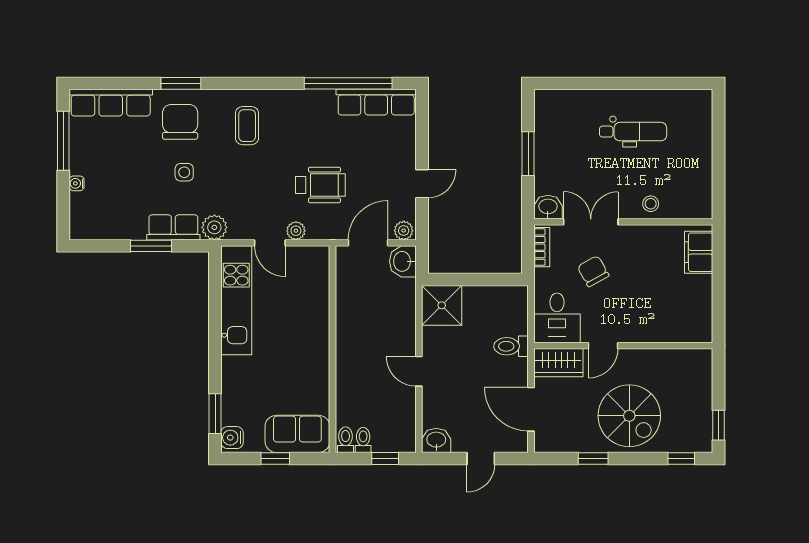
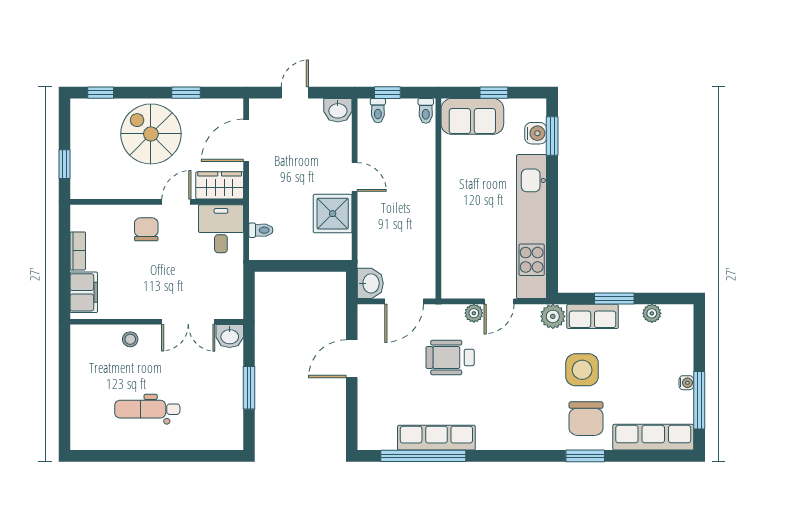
row of seats: (376, 102) -> (436, 438), moved
coffee table: (247, 126) -> (521, 415), removed
side table: (184, 172) -> (582, 370), width x1.87, depth x1.87
water cooler: (77, 183) -> (686, 383), moved
door: (422, 184) -> (352, 359), width x1.38
plant: (404, 231) -> (652, 313), moved
door: (270, 243) -> (499, 301), swing flipped
bookcase: (542, 247) -> (78, 251), moved, turned 180
chair: (593, 271) -> (146, 229), moved, turned -151
kitchen unit: (236, 300) -> (532, 227), width x1.36
shower: (442, 305) -> (333, 214), moved
toilet: (511, 346) -> (261, 230), moved, width x0.73, depth x0.72
door: (531, 409) -> (246, 140), swing flipped
window: (719, 425) -> (64, 164), moved
water cooler: (232, 438) -> (536, 133), moved
toilet: (363, 440) -> (378, 111), moved

